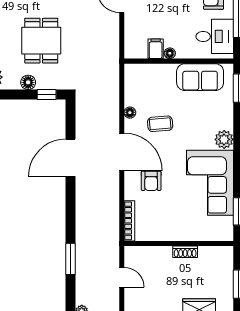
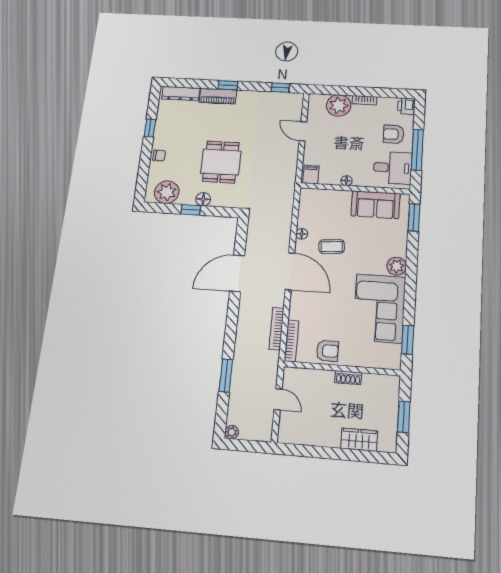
filing cabinet: (156, 49) -> (311, 175), moved
window: (47, 95) -> (191, 210), moved
armchair: (151, 181) -> (327, 351), moved, turned -90
bookcase: (114, 210) -> (276, 329), added

